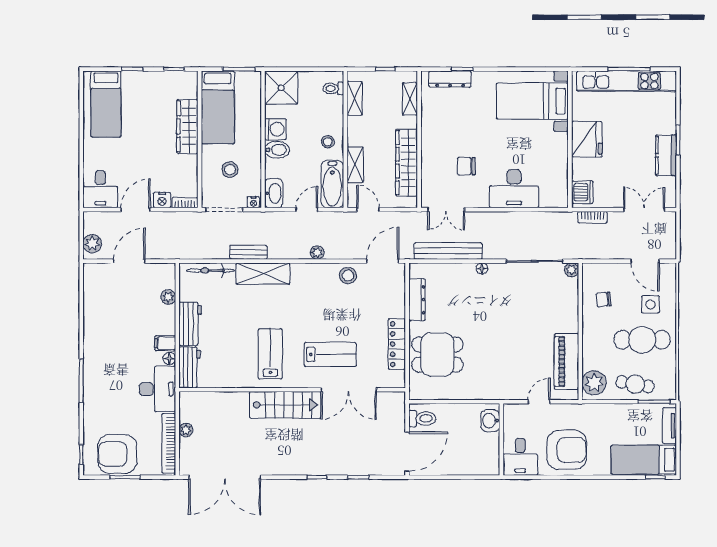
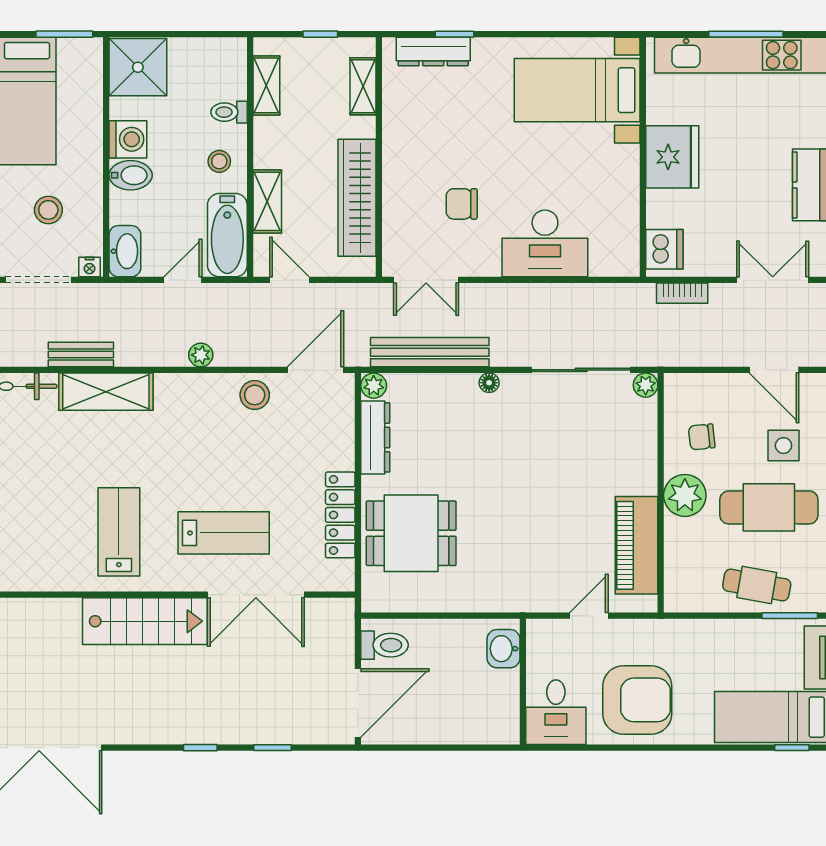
toilet: (333, 88) -> (229, 112), moved
plant: (416, 270) -> (374, 386), added
plant: (594, 383) -> (685, 495), moved

